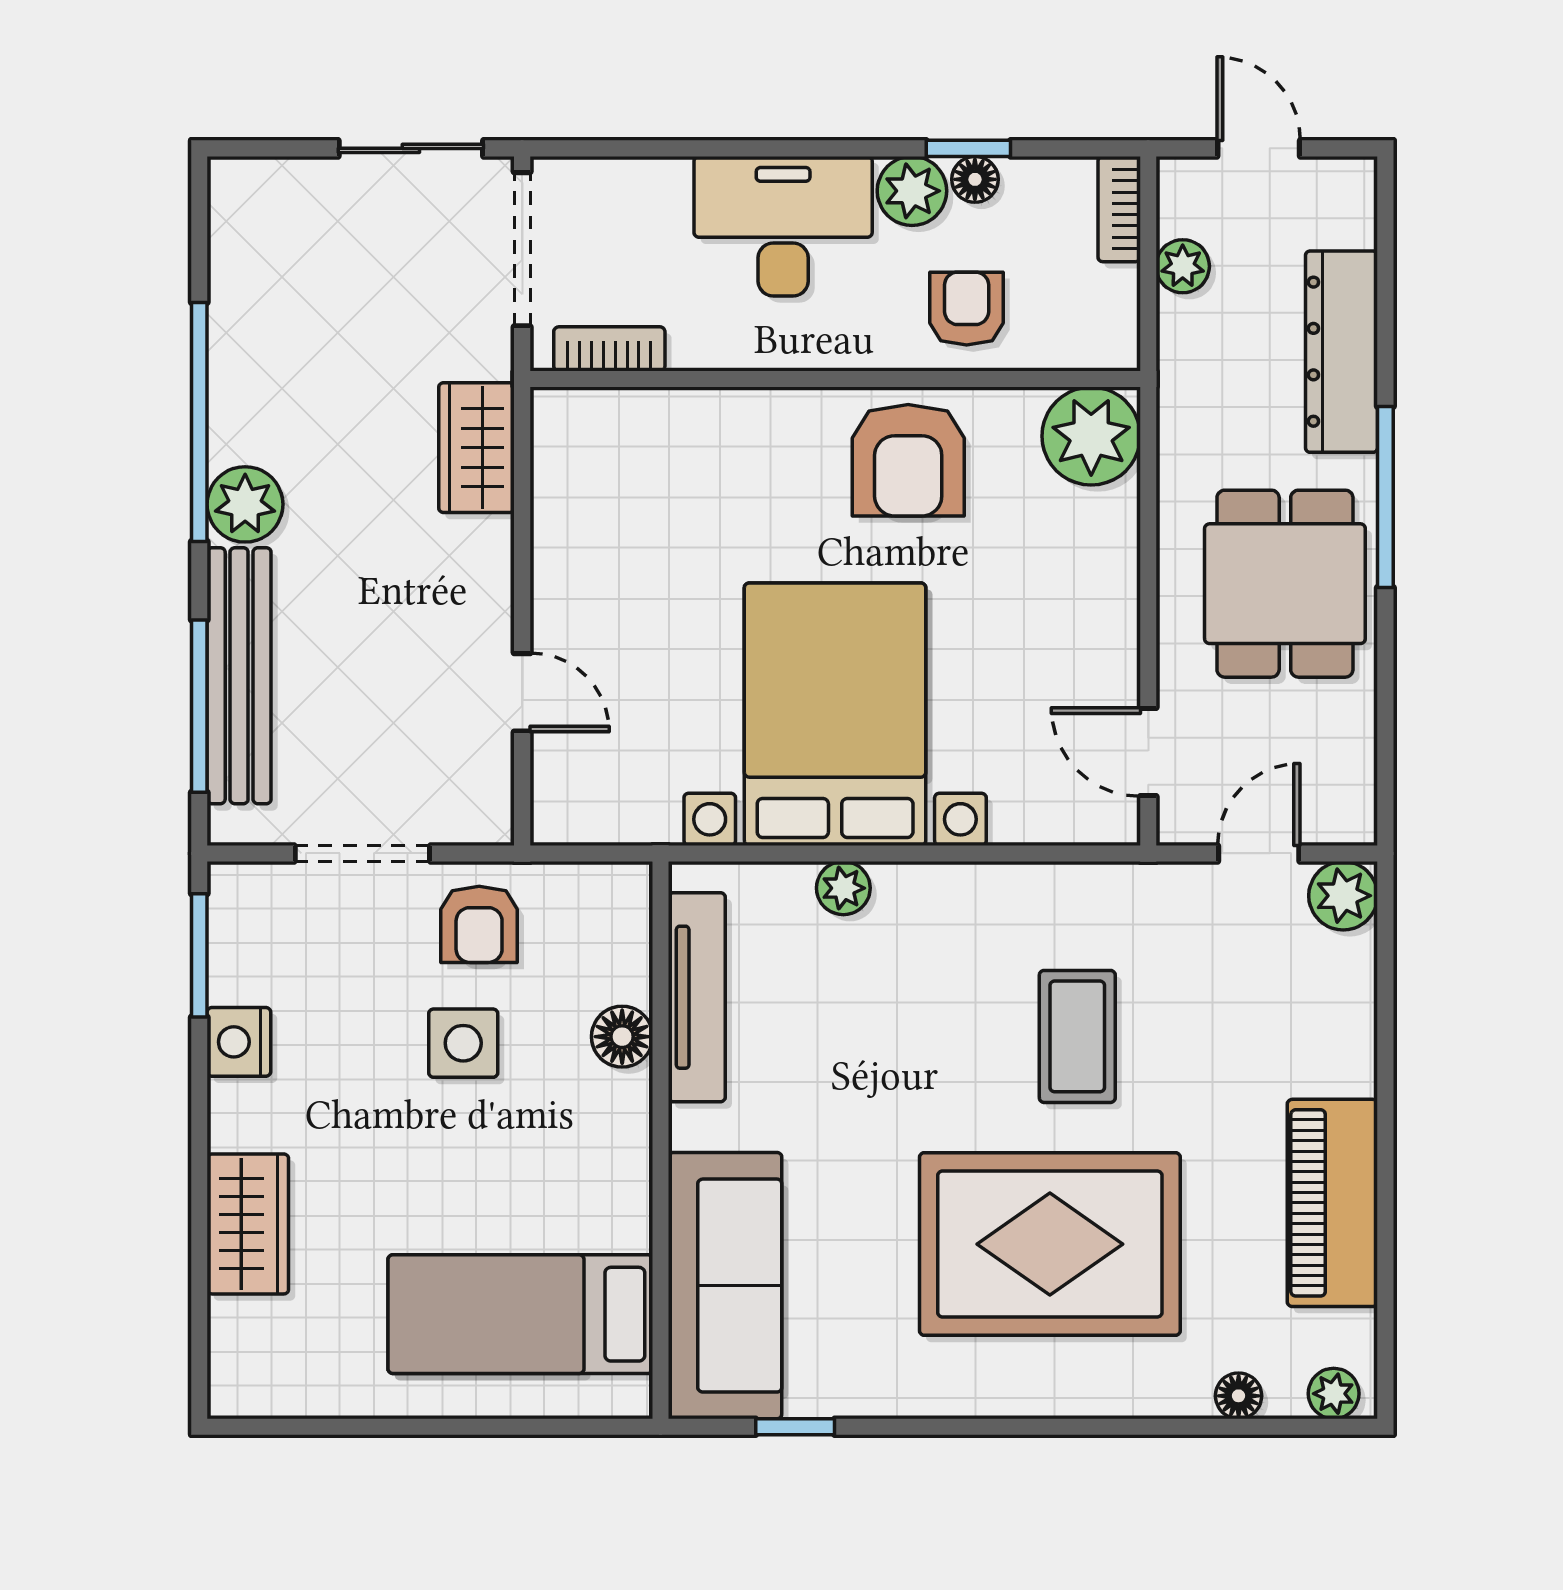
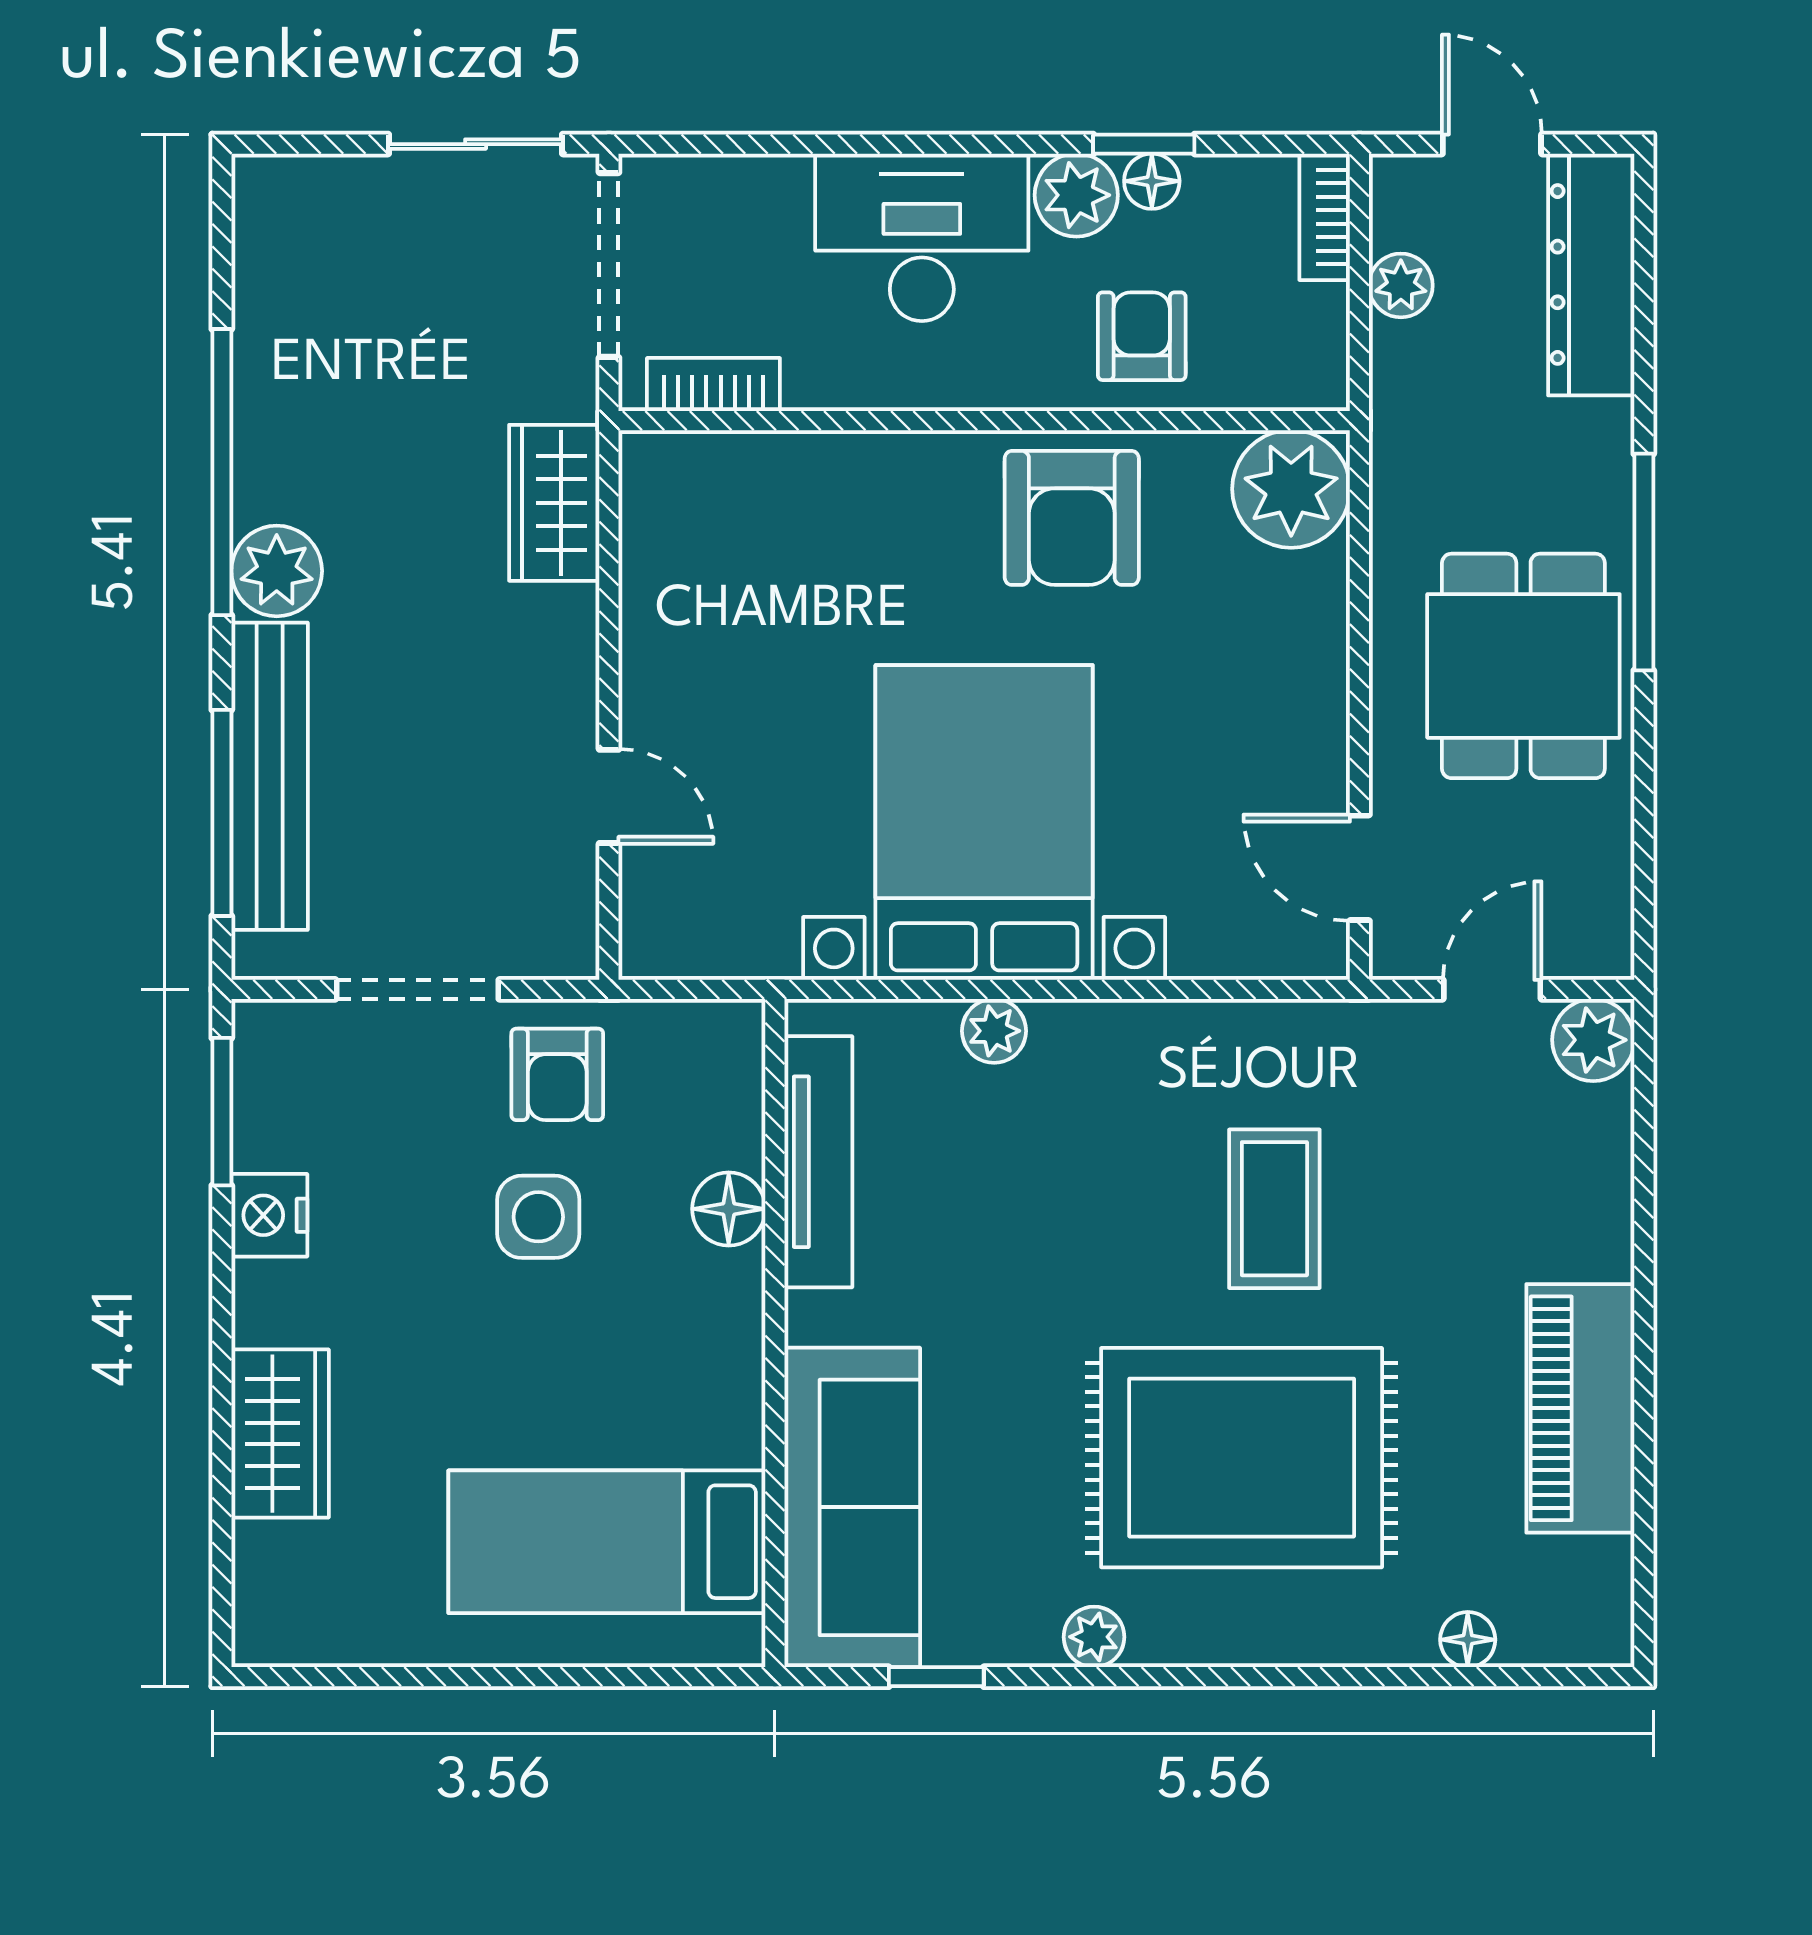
dresser: (1342, 352) -> (1591, 274), moved
plant: (1334, 1394) -> (1094, 1637), moved

